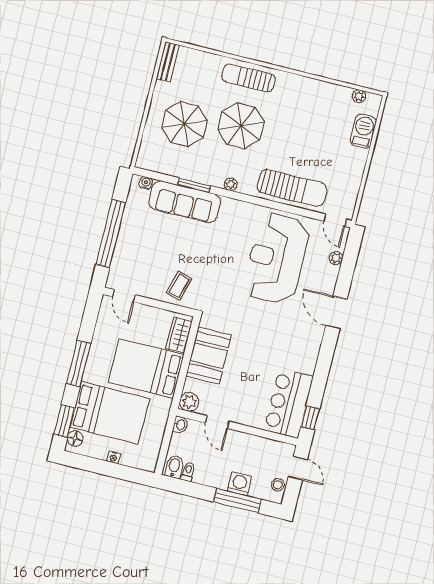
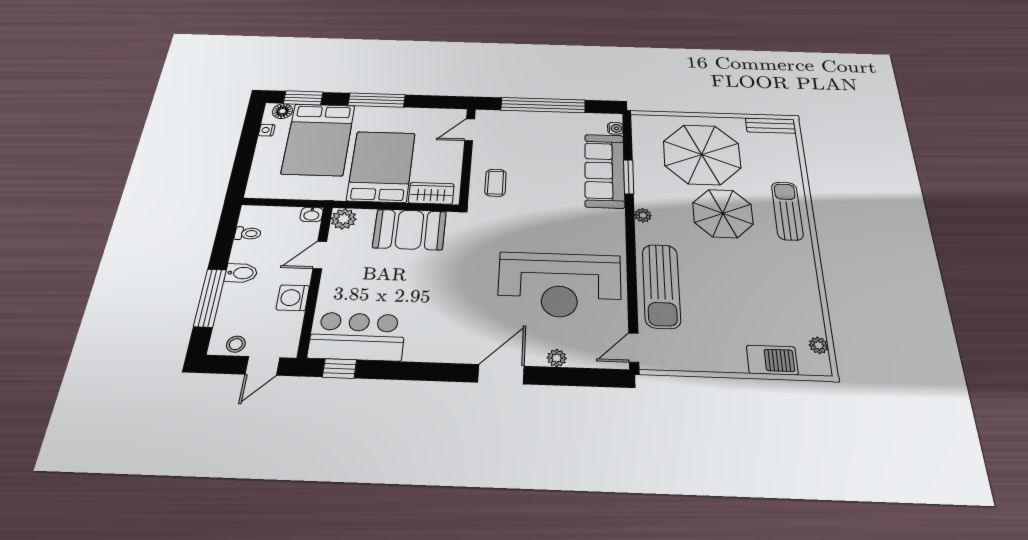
parasol: (185, 124) -> (702, 155), width x1.36, depth x1.36
reception desk: (277, 258) -> (560, 285), turned 180
plant: (336, 258) -> (557, 358), moved
coffee table: (179, 286) -> (495, 183), turned 74
nightstand: (113, 457) -> (267, 130), moved
bidet: (174, 467) -> (241, 273), moved
washing machine: (240, 484) -> (293, 298), moved, turned 180

